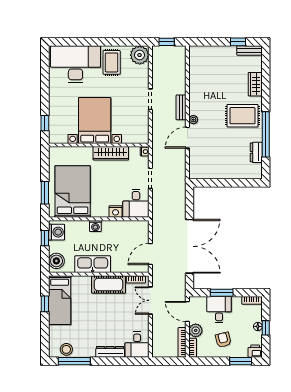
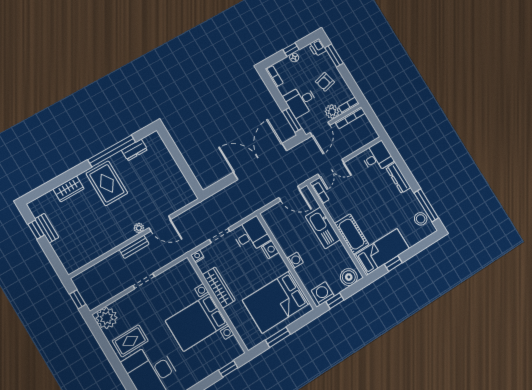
bench: (249, 50) -> (47, 228), moved
window: (45, 193) -> (278, 337), moved
kitchen sink: (93, 264) -> (323, 228), moved
cot: (109, 285) -> (352, 234), moved
window: (222, 293) -> (292, 120), moved

